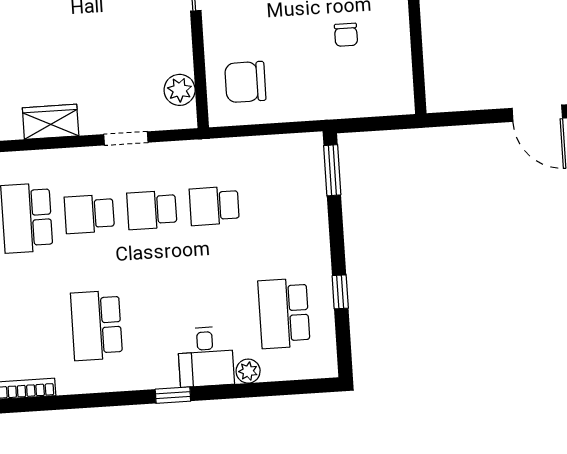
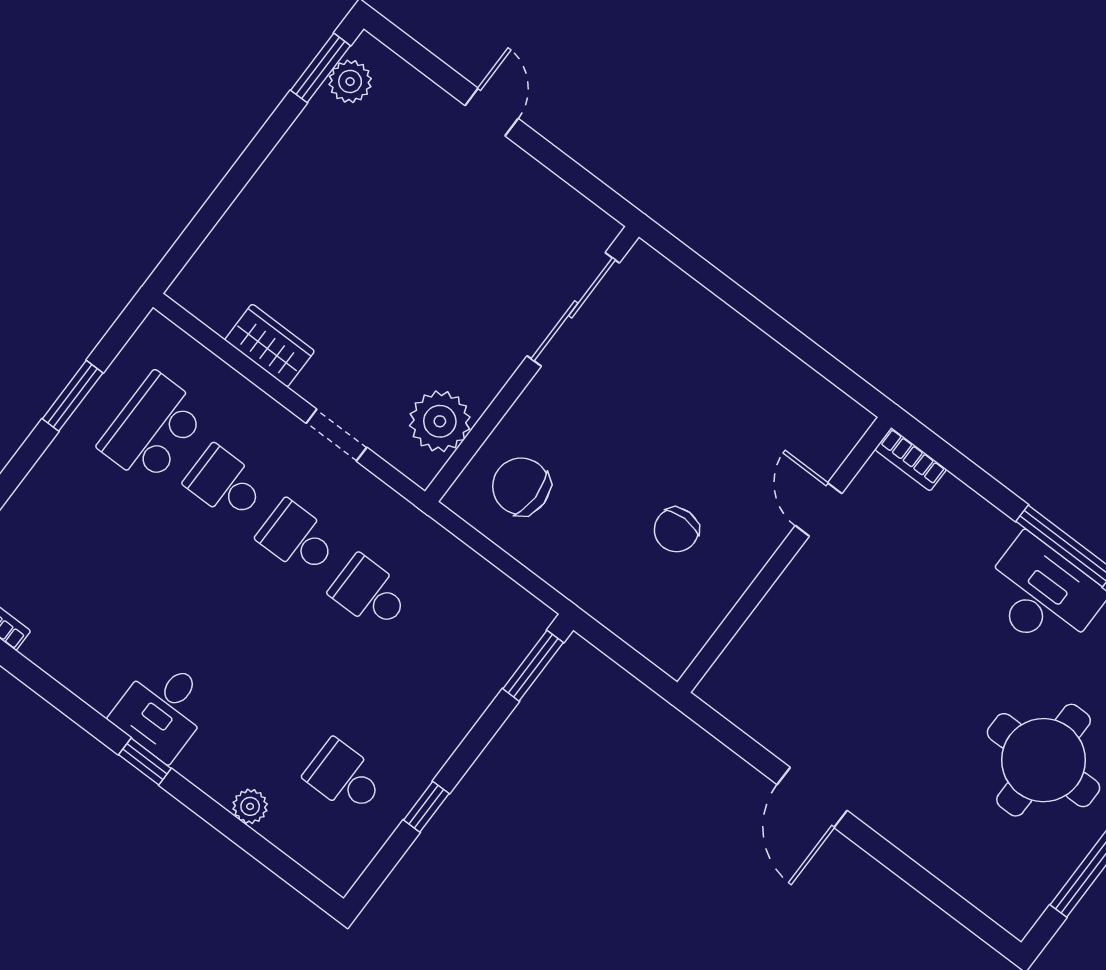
chair: (346, 35) -> (676, 530), width x1.37, depth x1.37
plant: (180, 90) -> (440, 421), width x1.36, depth x1.36
school desk: (284, 313) -> (344, 777), width x0.54
school desk: (97, 325) -> (127, 613), removed
desk: (206, 357) -> (163, 709), moved

